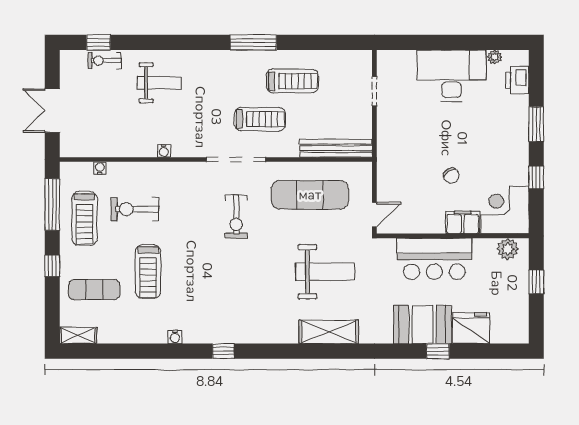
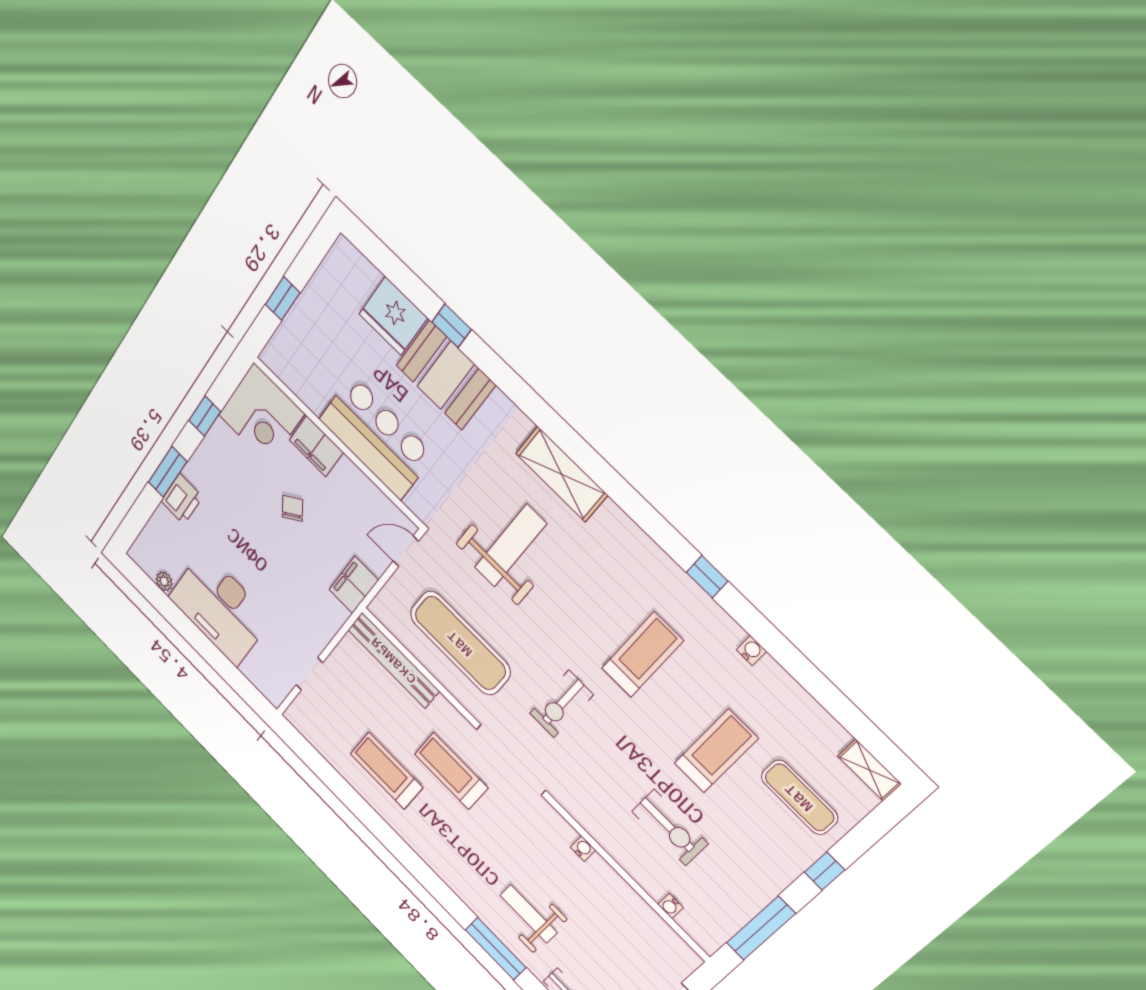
window: (253, 42) -> (496, 949), moved
printer: (517, 80) -> (182, 499), moved
filing cabinet: (388, 168) -> (354, 585), added
exercise bike: (236, 217) -> (561, 704), turned 180
treadmill: (85, 218) -> (642, 655), moved
plant: (508, 249) -> (288, 368), removed
weight bench: (325, 272) -> (510, 546), turned 90

